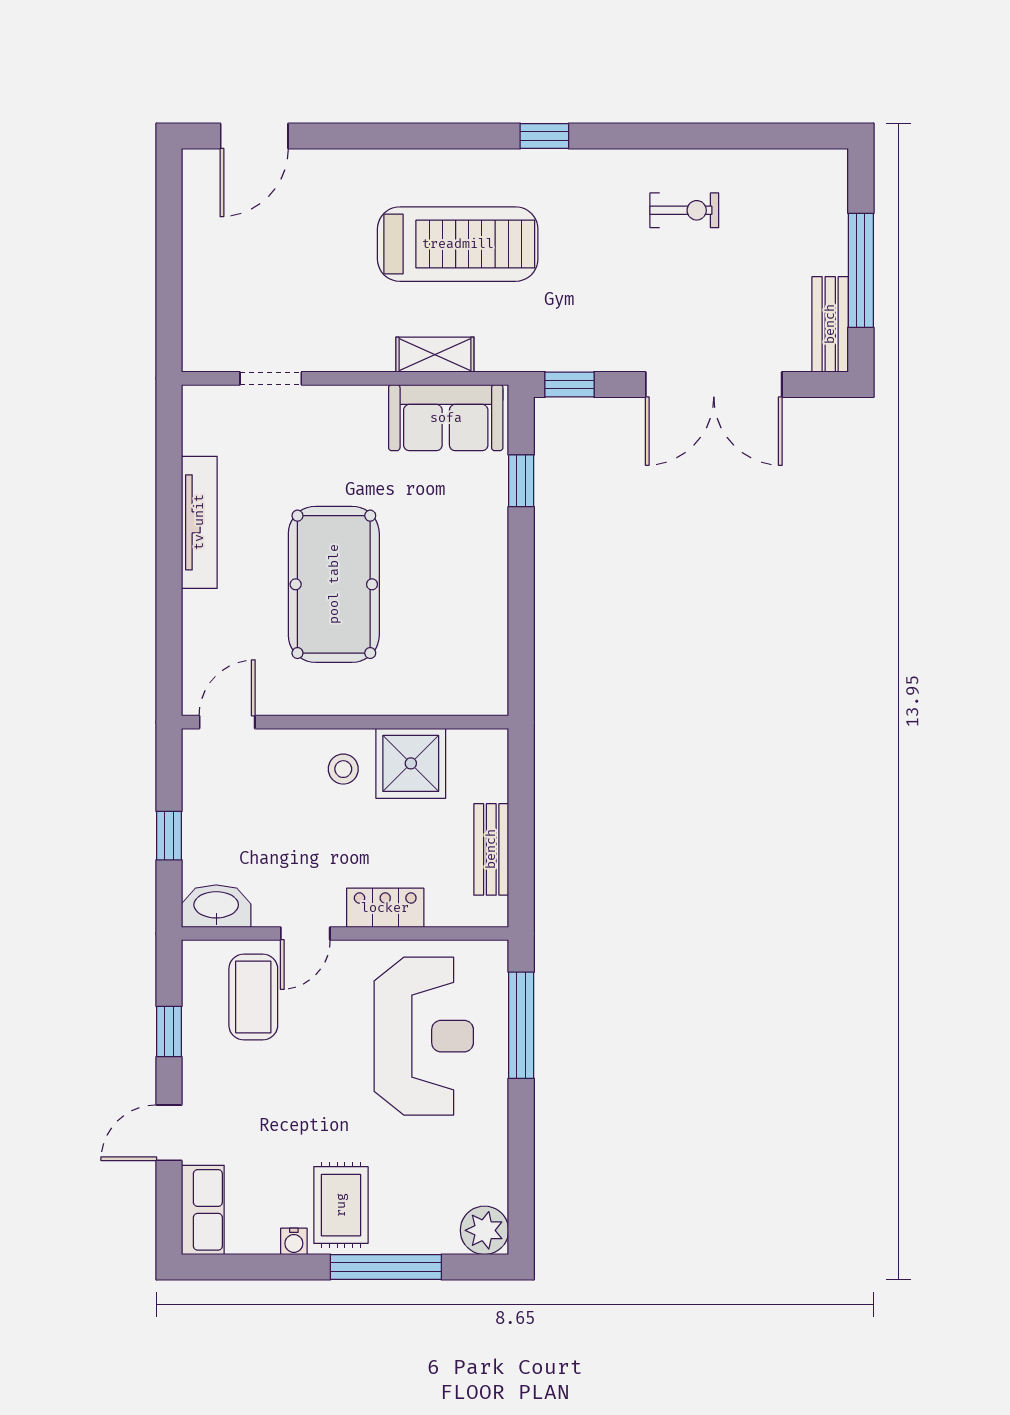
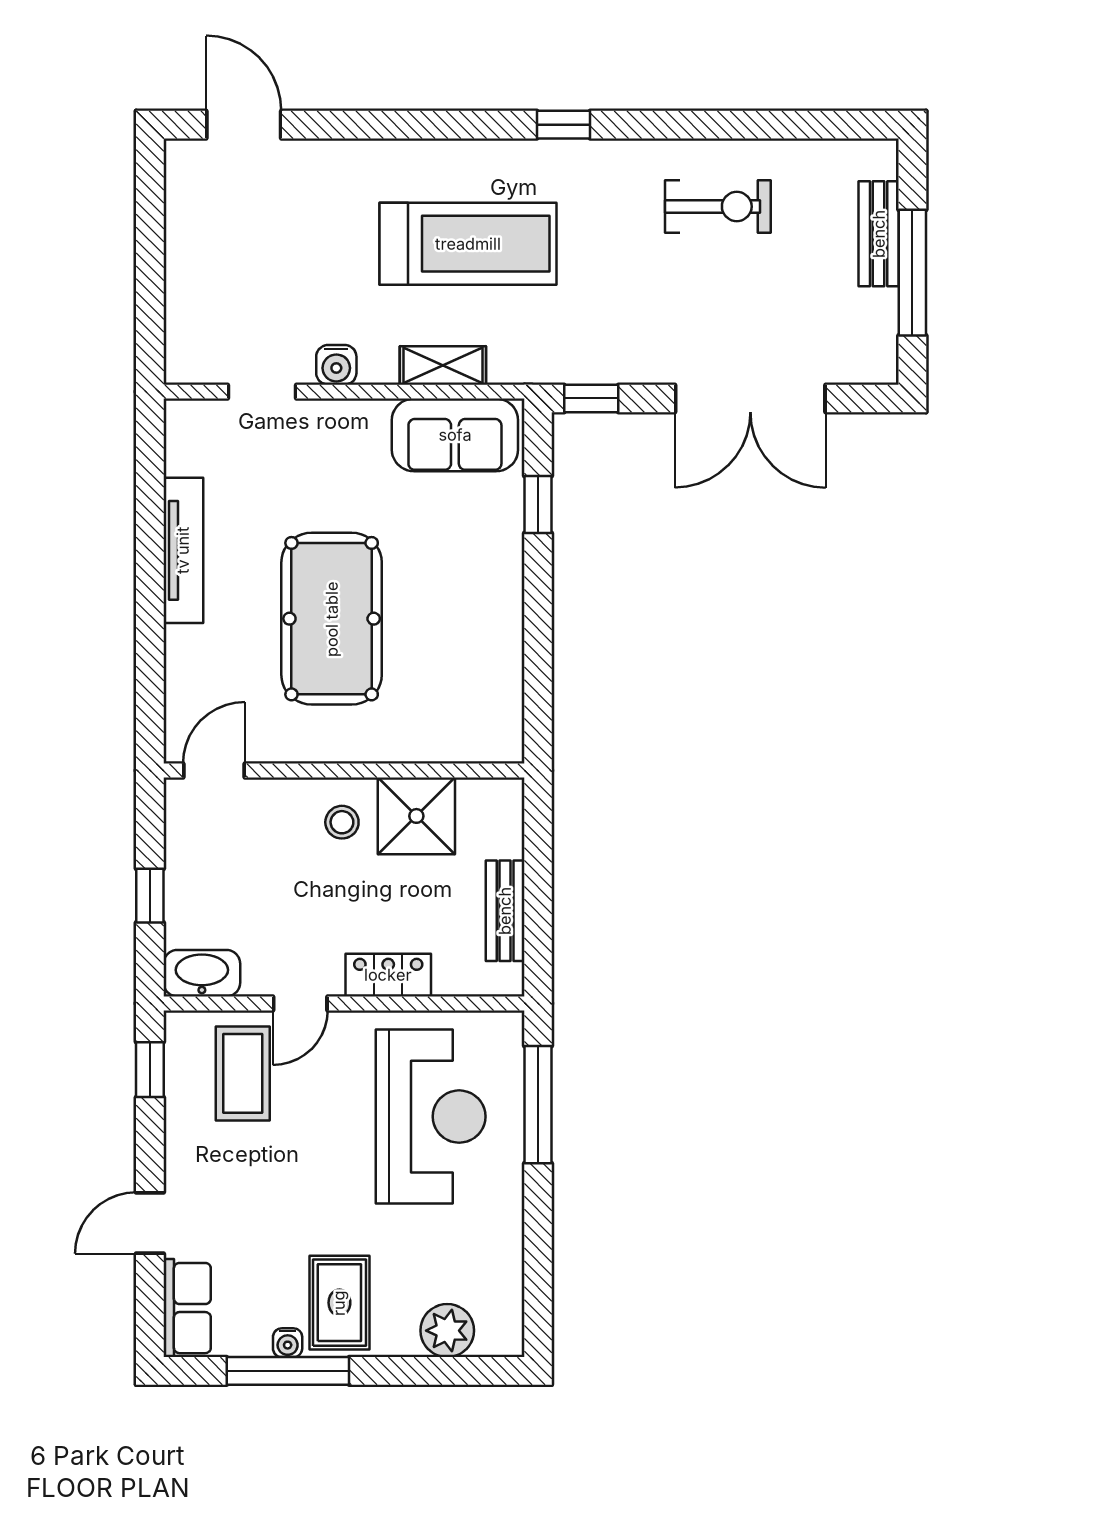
door: (254, 136) -> (244, 125), swing flipped
exercise bike: (684, 210) -> (718, 207), width x1.38, depth x1.39
bench: (830, 324) -> (879, 234), moved
water cooler: (338, 354) -> (336, 365), added
window: (169, 1031) -> (150, 1070), moved
plant: (484, 1230) -> (447, 1331), moved
window: (386, 1267) -> (288, 1371), moved

